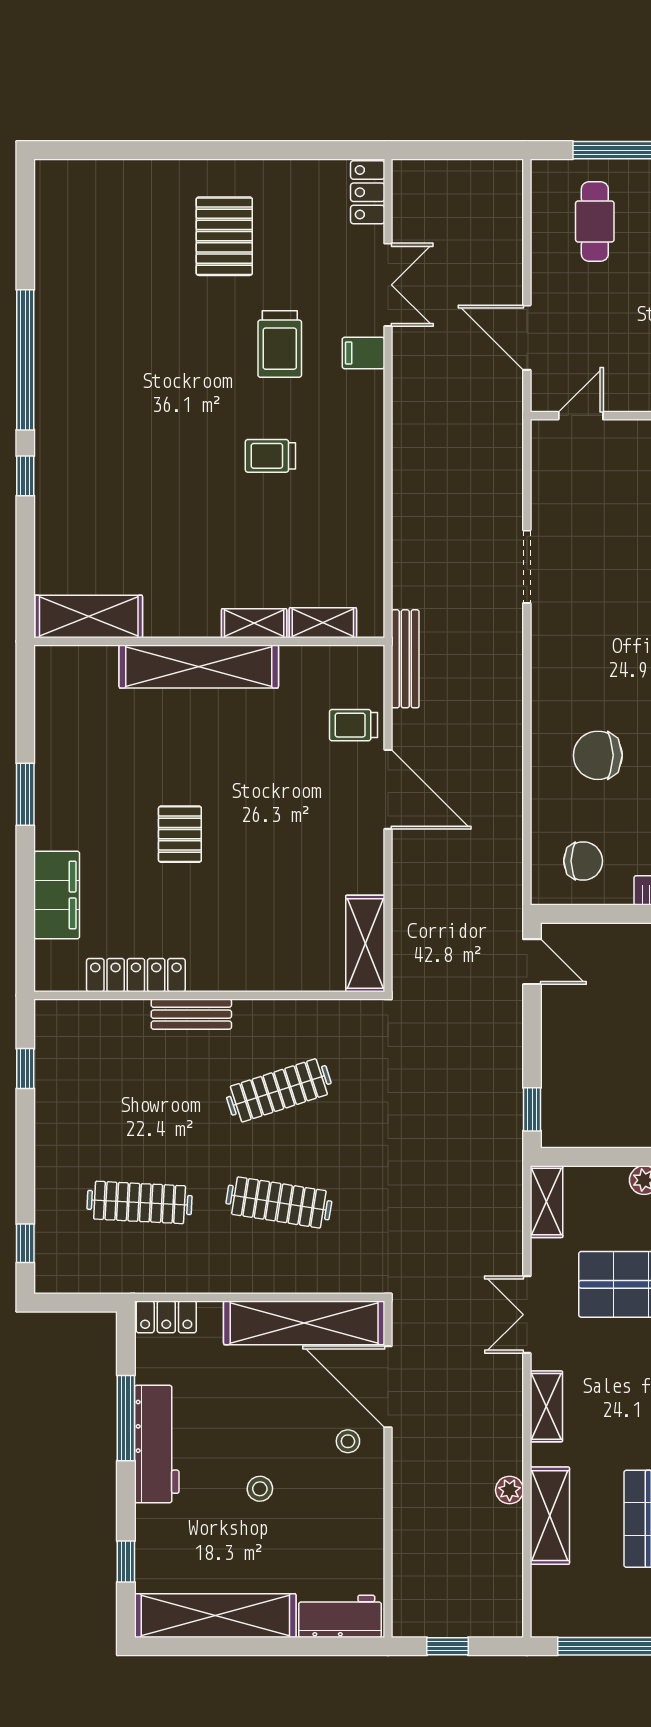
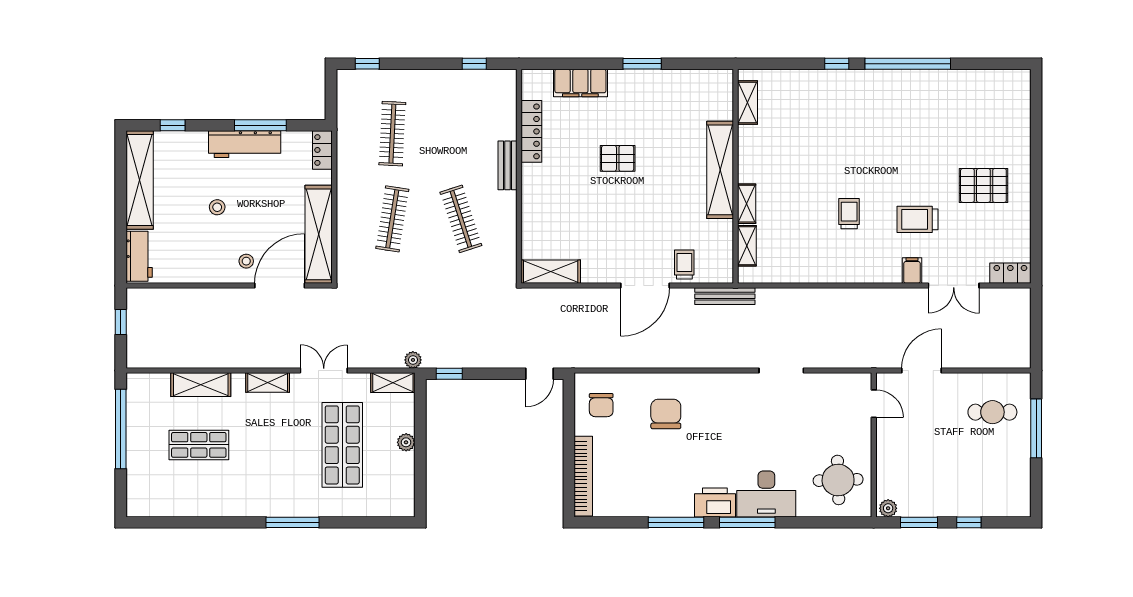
shelving: (89, 616) -> (748, 103), width x0.67, depth x0.75
plant: (510, 1490) -> (413, 360), moved

